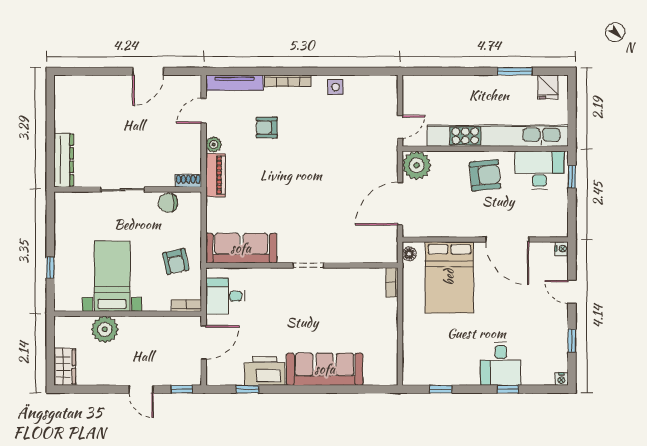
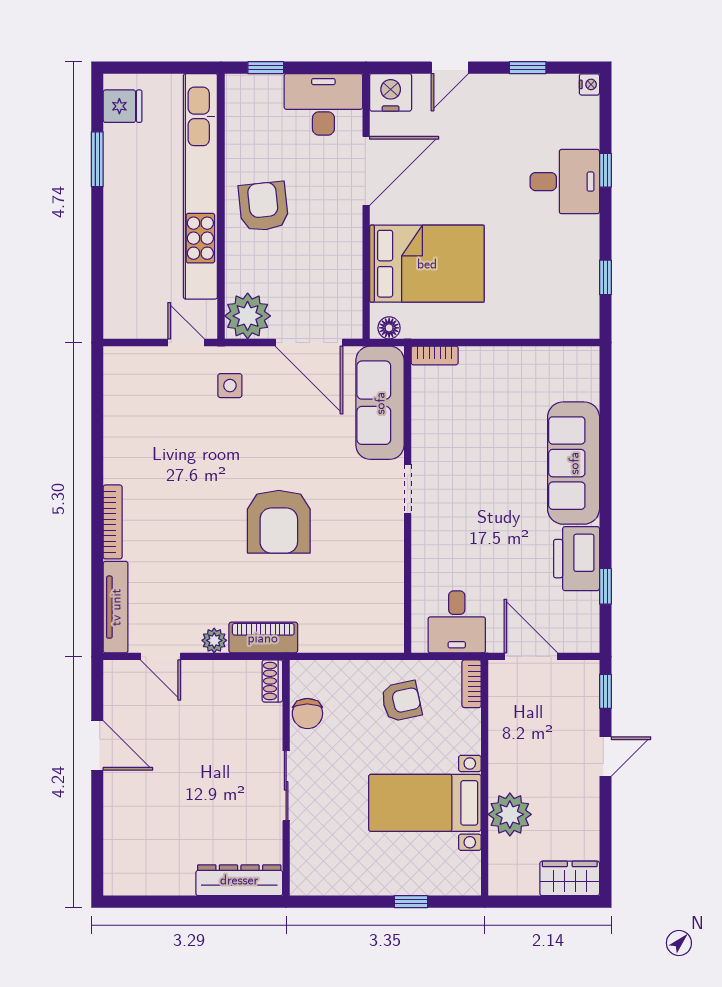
side table: (336, 87) -> (230, 386), moved
armchair: (267, 128) -> (279, 522), moved, width x1.88, depth x1.88
desk: (539, 170) -> (323, 104), moved, turned 90
sofa: (241, 248) -> (380, 403), moved
nightstand: (562, 249) -> (391, 92), width x1.89, depth x1.79

